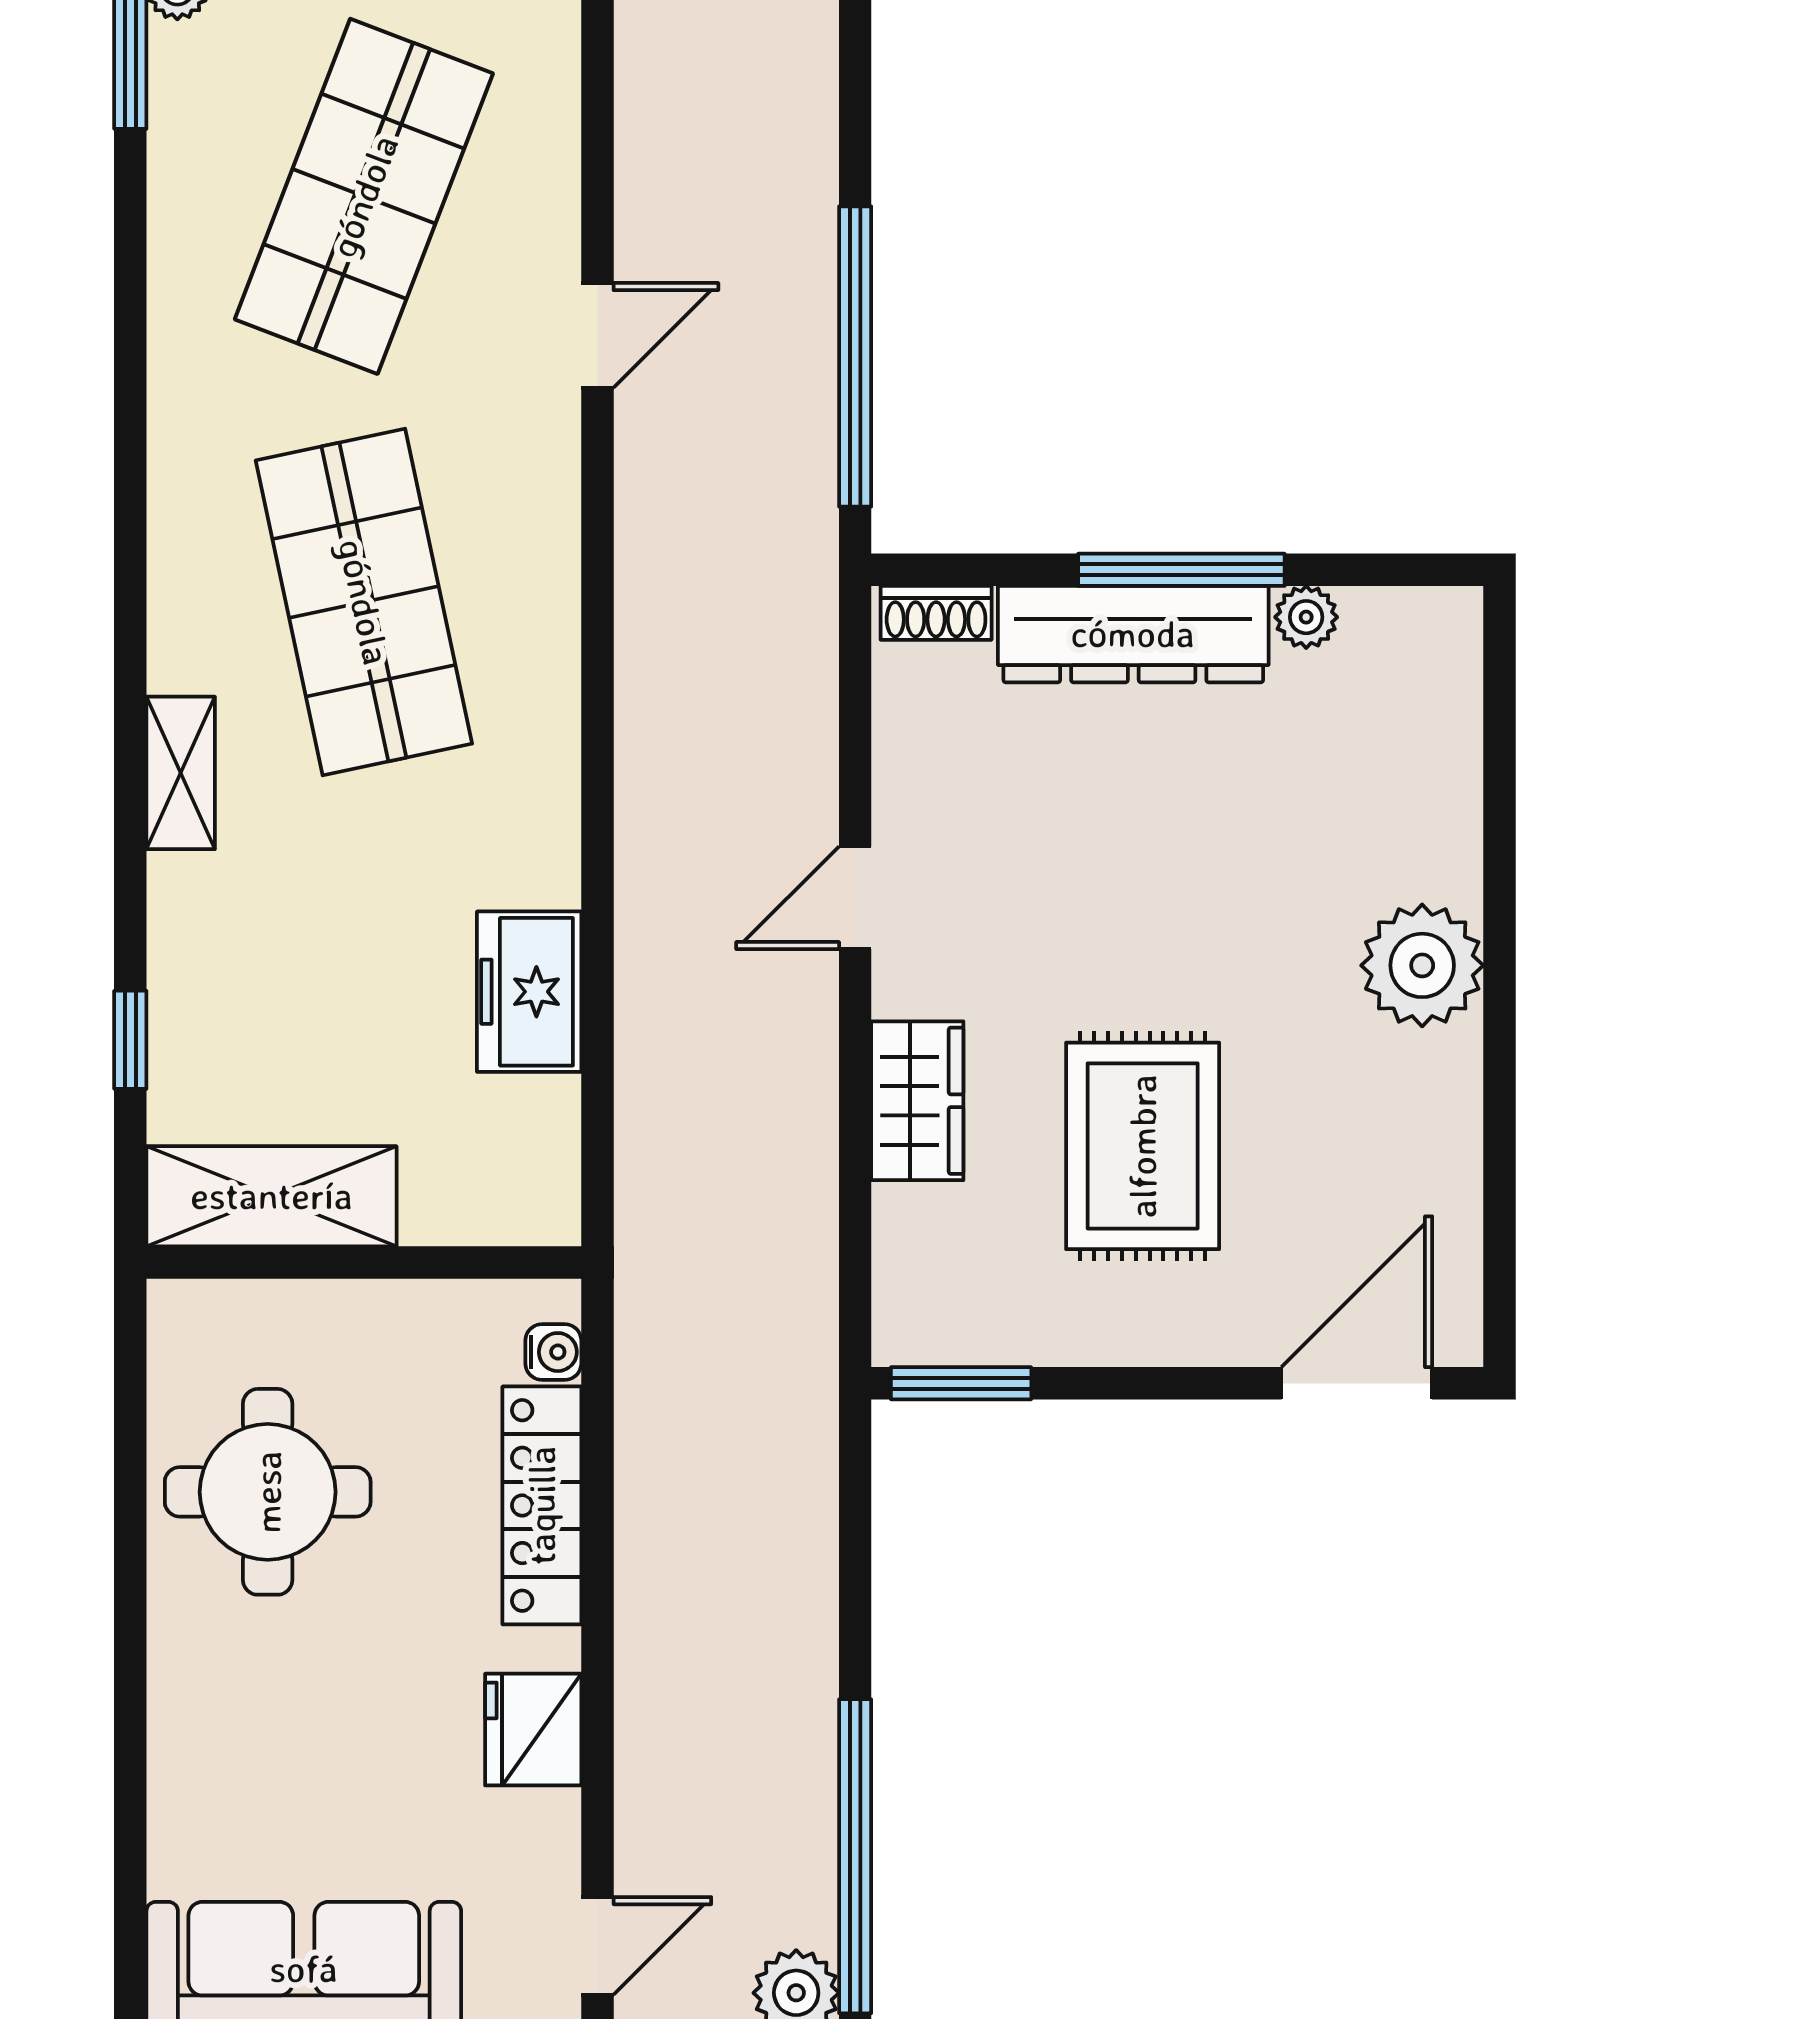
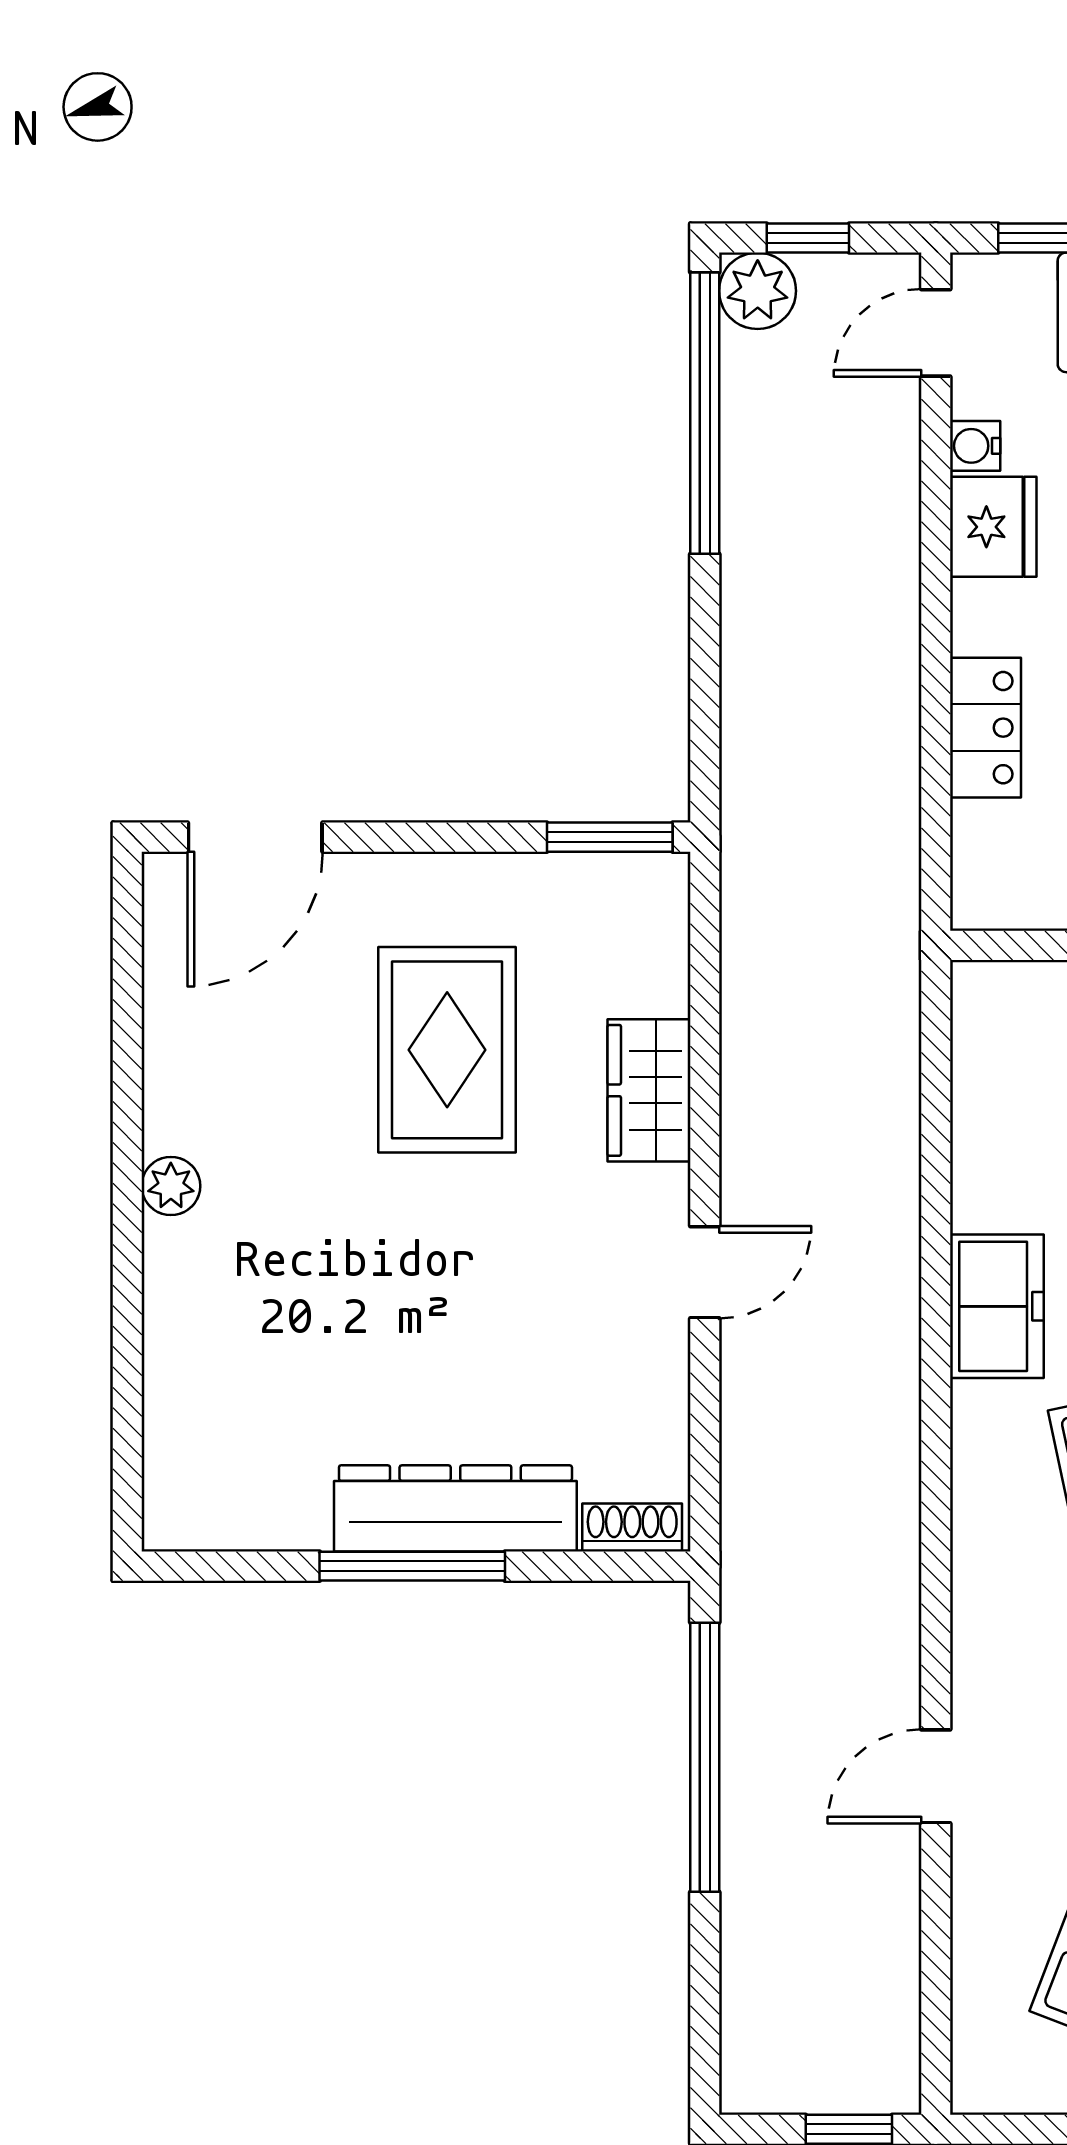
plant: (1306, 617) -> (300, 1524), removed
plant: (1422, 965) -> (171, 1186), width x0.53, depth x0.53
freezer: (529, 992) -> (997, 1306), moved
water cooler: (553, 1352) -> (975, 446), moved
locker: (542, 1505) -> (985, 728), width x0.66

